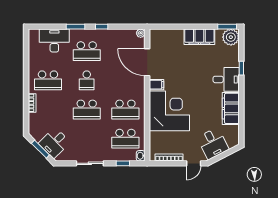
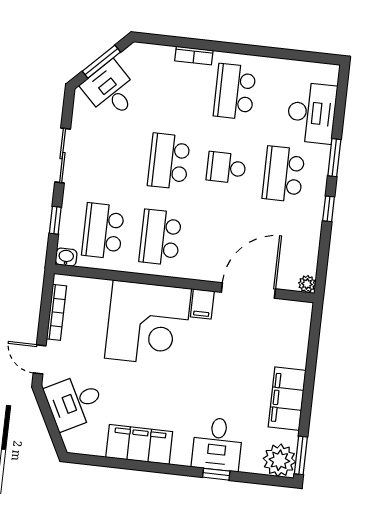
desk: (226, 79) -> (217, 444), moved

